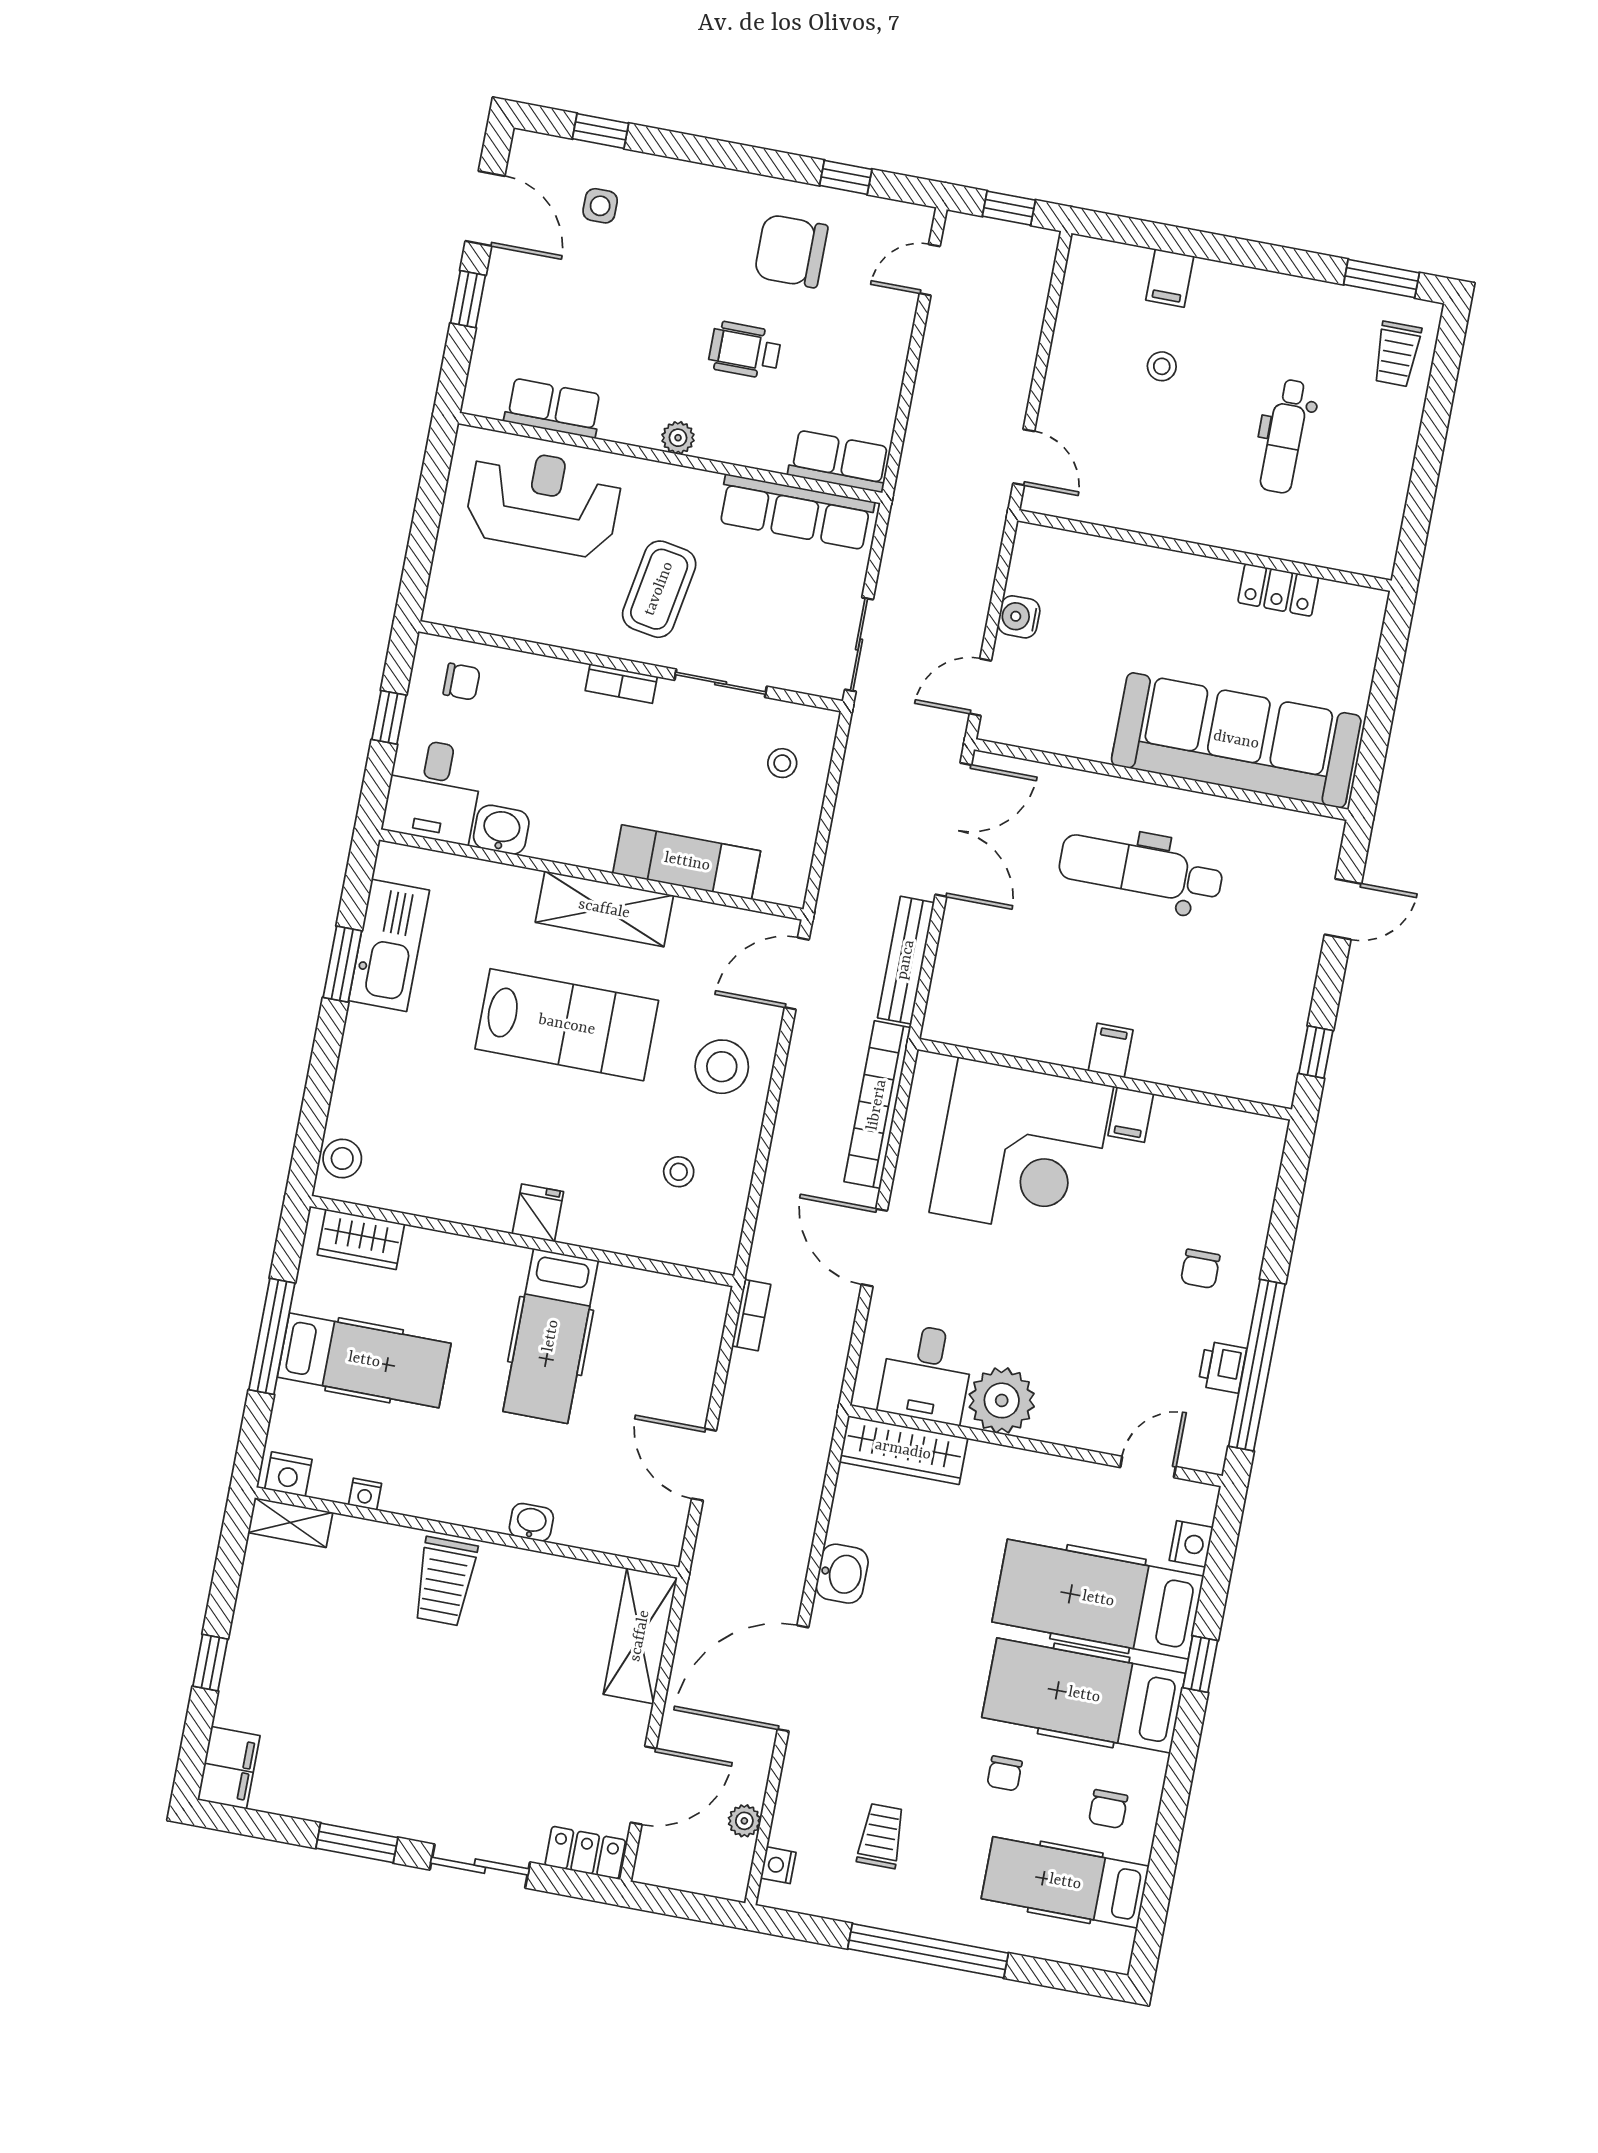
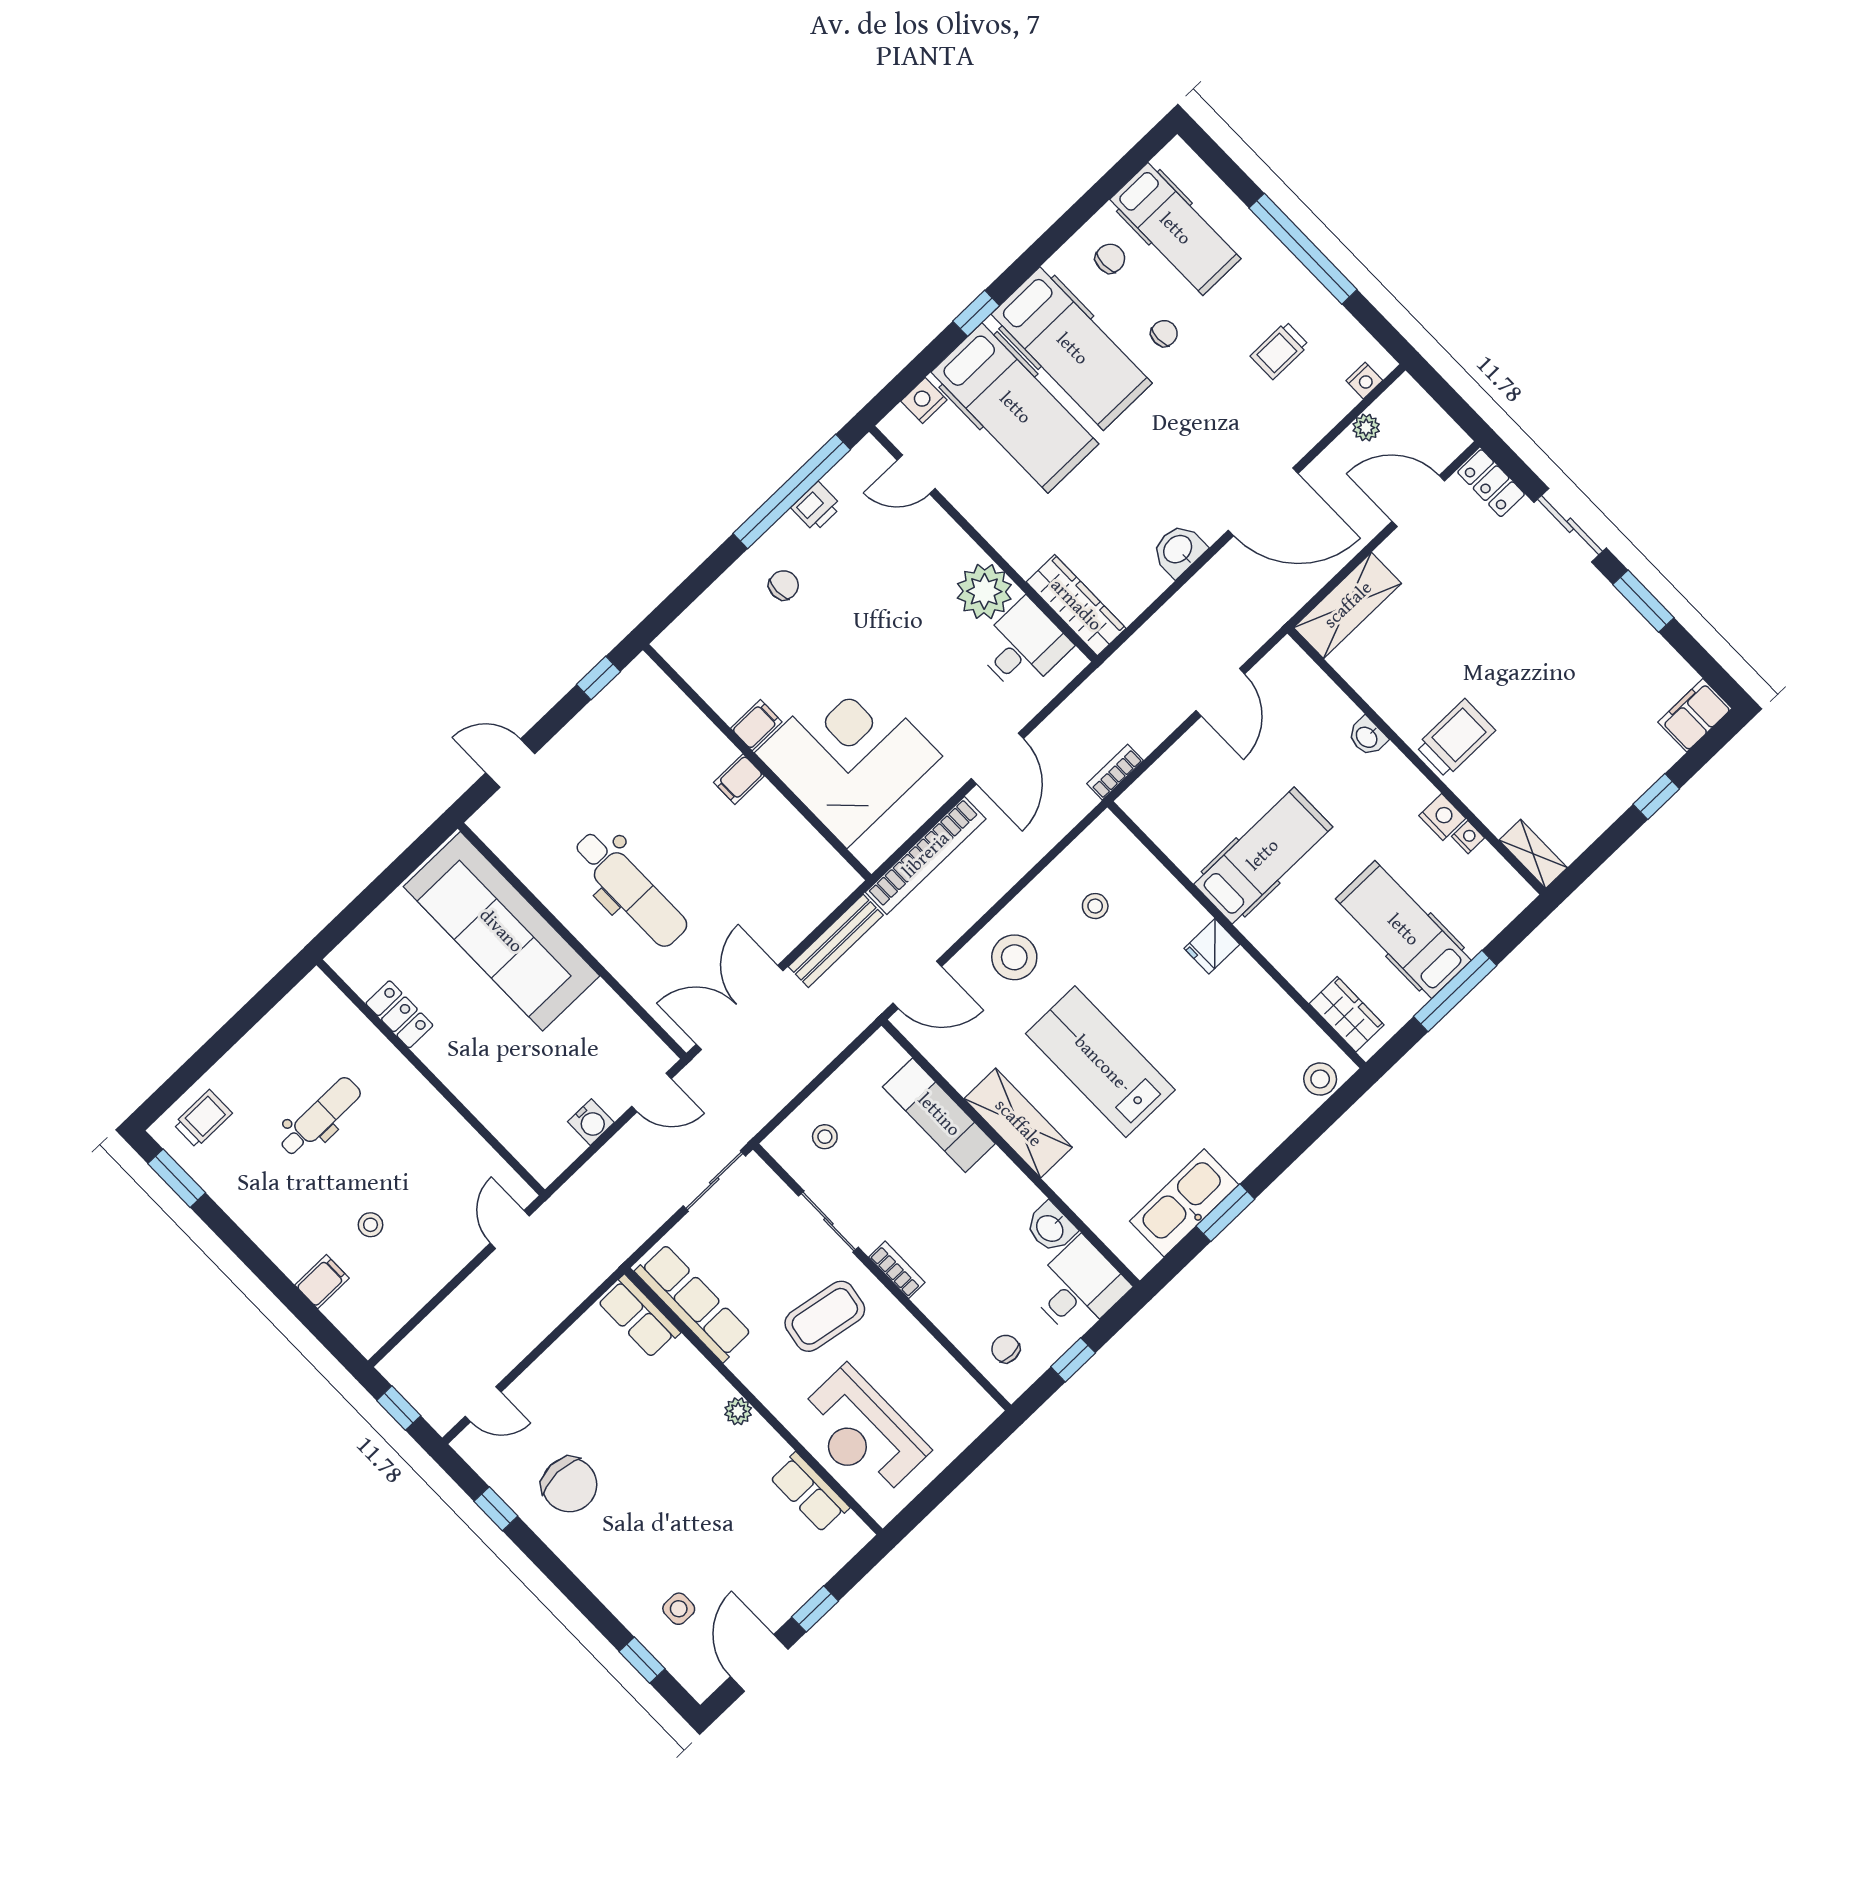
wheelchair: (745, 350) -> (650, 1439), removed
nightstand: (288, 1474) -> (1442, 817), moved

